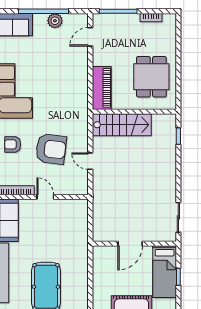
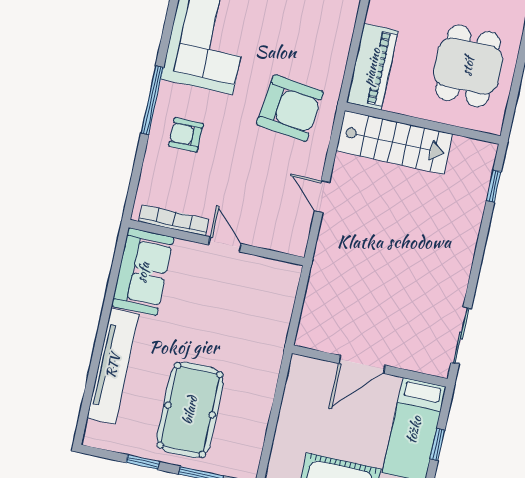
armchair: (51, 149) -> (290, 108), moved

